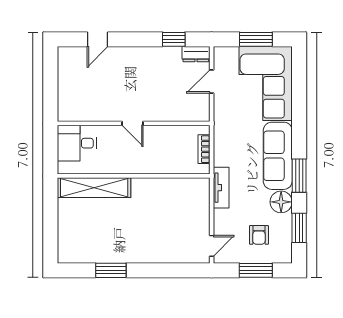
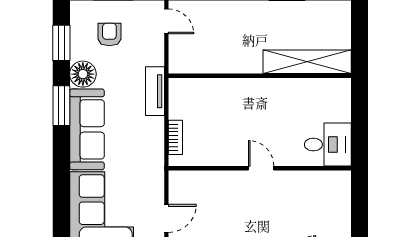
wall: (134, 176) -> (260, 76), moved
shelving: (94, 188) -> (307, 62), moved
door: (212, 246) -> (166, 21), swing flipped

